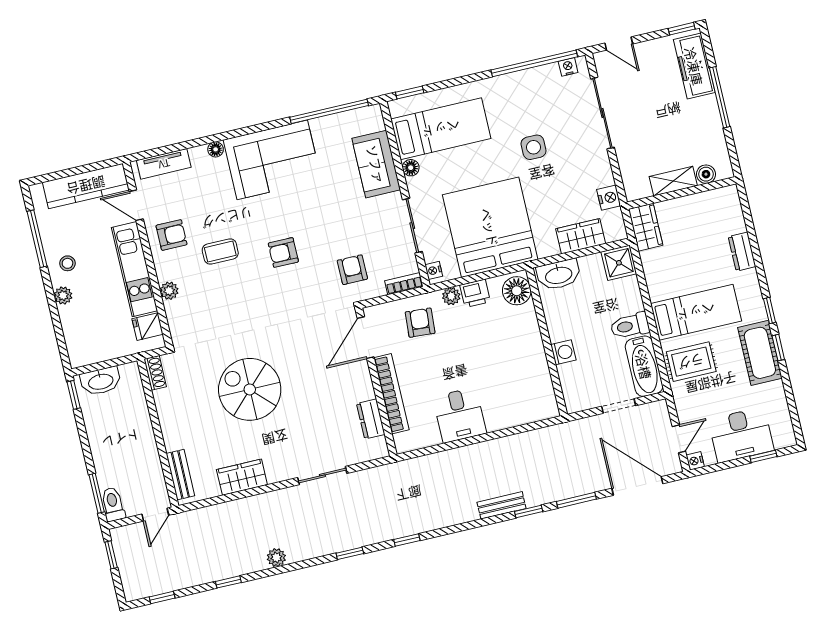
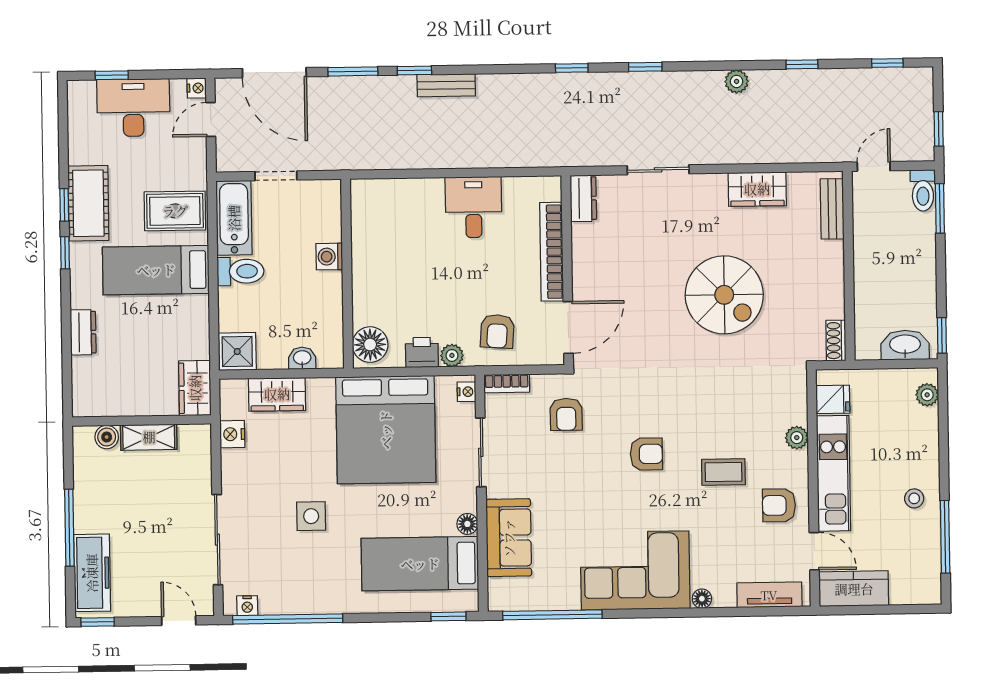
kitchen counter: (86, 186) -> (854, 589), width x0.67
washbasin: (559, 275) -> (302, 358), width x0.52, depth x0.69
plant: (63, 295) -> (927, 395), moved
dresser: (371, 419) -> (583, 198), moved

